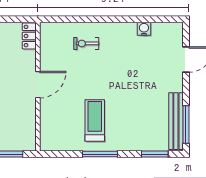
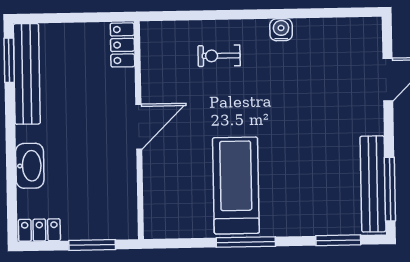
water cooler: (144, 29) -> (281, 30), moved
treadmill: (95, 120) -> (236, 185), width x1.37, depth x1.38

